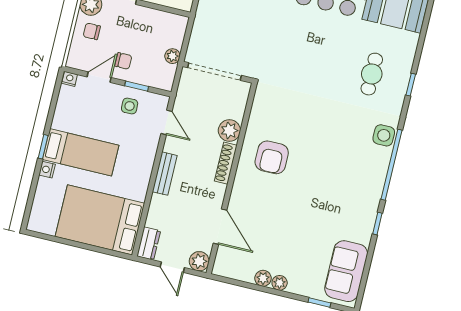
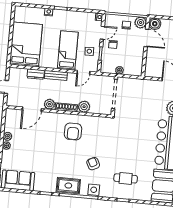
door: (99, 77) -> (102, 33), hinge flipped
armchair: (336, 129) -> (93, 164), added
bed: (81, 152) -> (68, 50), moved, turned 180
armchair: (272, 157) -> (73, 131), turned -90
rug: (369, 181) -> (68, 186), added
dresser: (149, 243) -> (36, 74), moved
plant: (199, 261) -> (49, 104), moved

